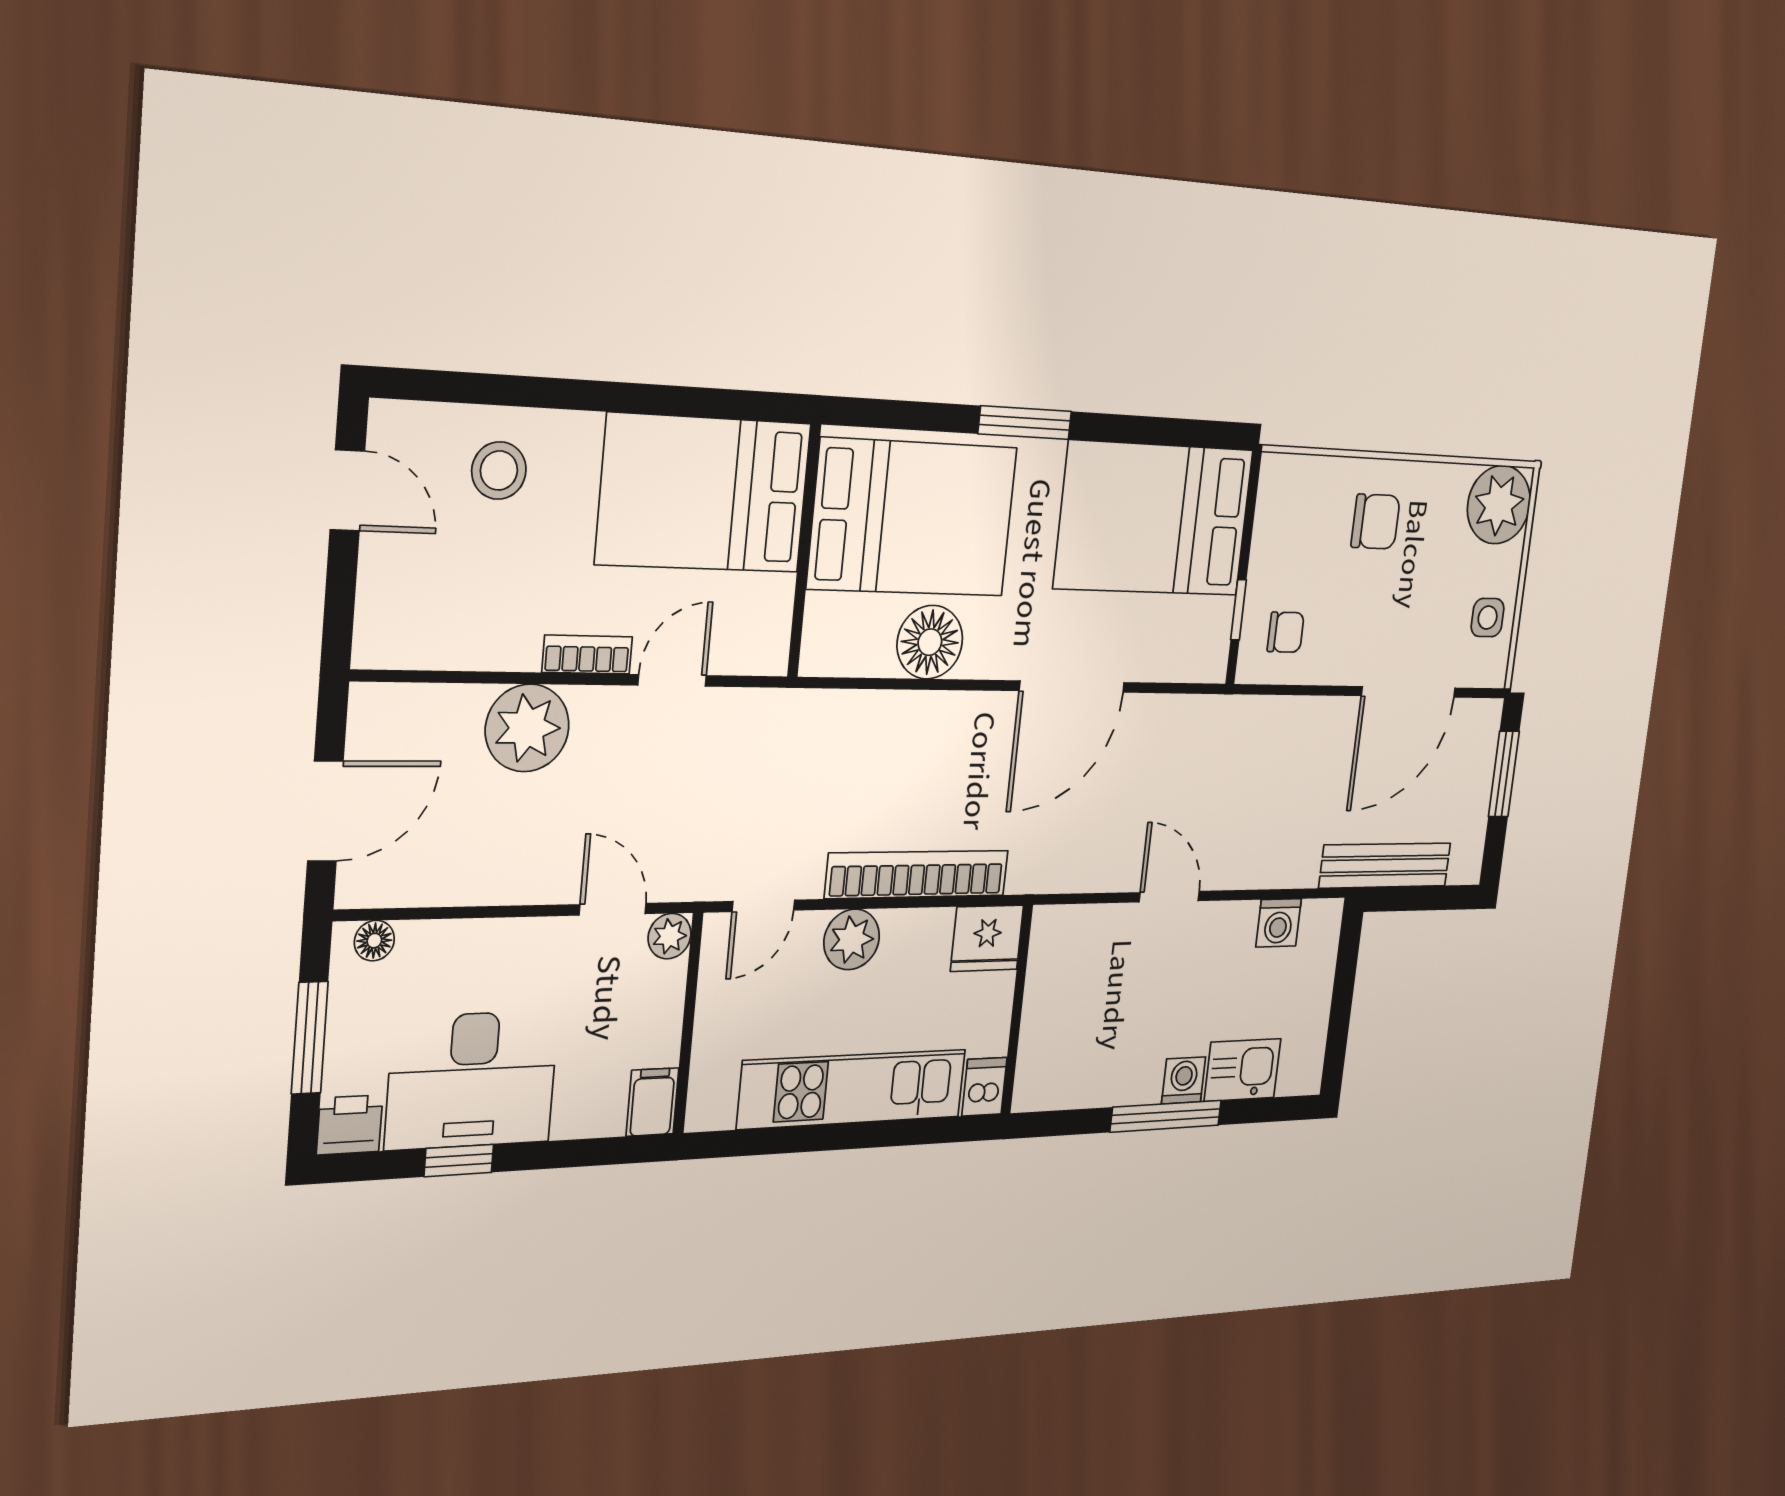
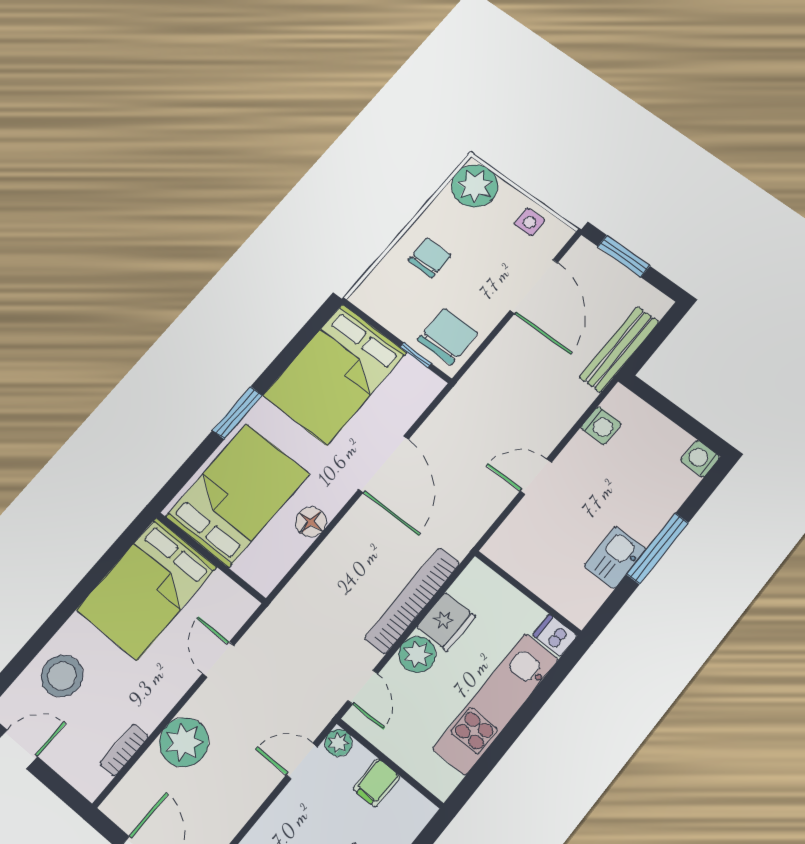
stool: (499, 470) -> (62, 676), width x1.38, depth x1.38
chair: (1286, 632) -> (448, 337), width x1.87, depth x1.87
floor lamp: (930, 642) -> (311, 522), width x0.73, depth x0.73
bookcase: (587, 655) -> (124, 750), moved
fridge: (987, 938) -> (446, 622), moved
kitchen sink: (1243, 1070) -> (615, 558), moved
washing machine: (1184, 1080) -> (700, 459), moved
filing cabinet: (653, 1102) -> (376, 783), moved, turned -90

